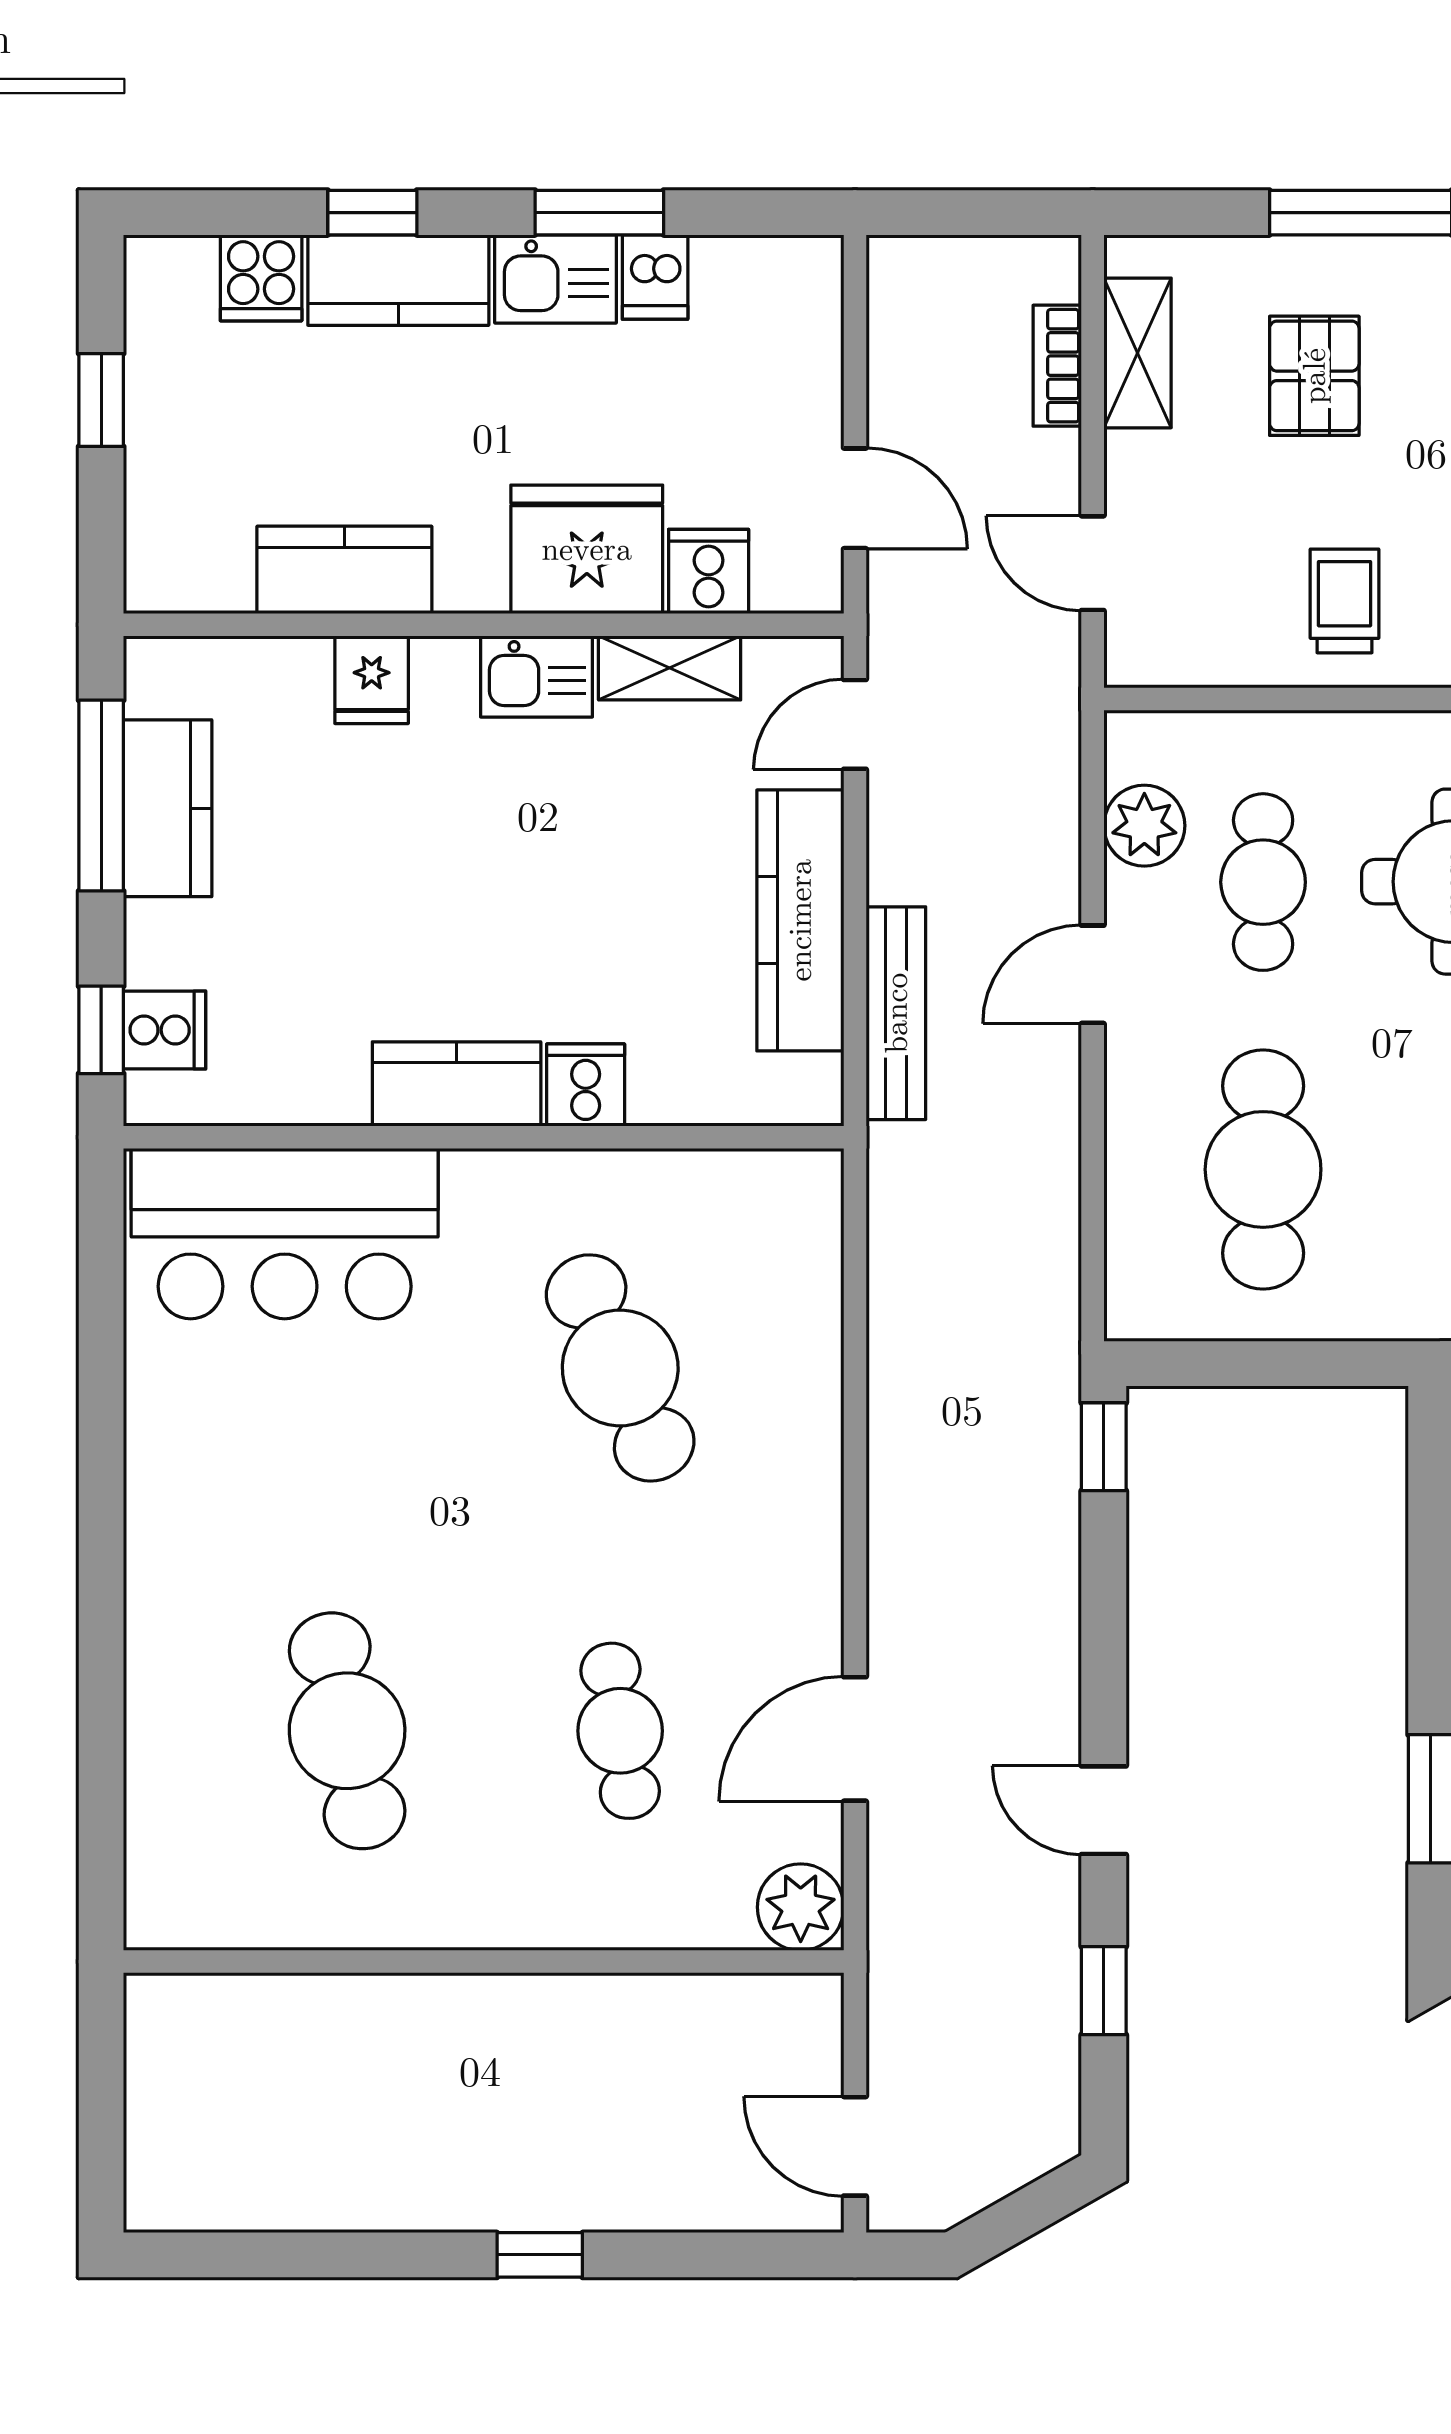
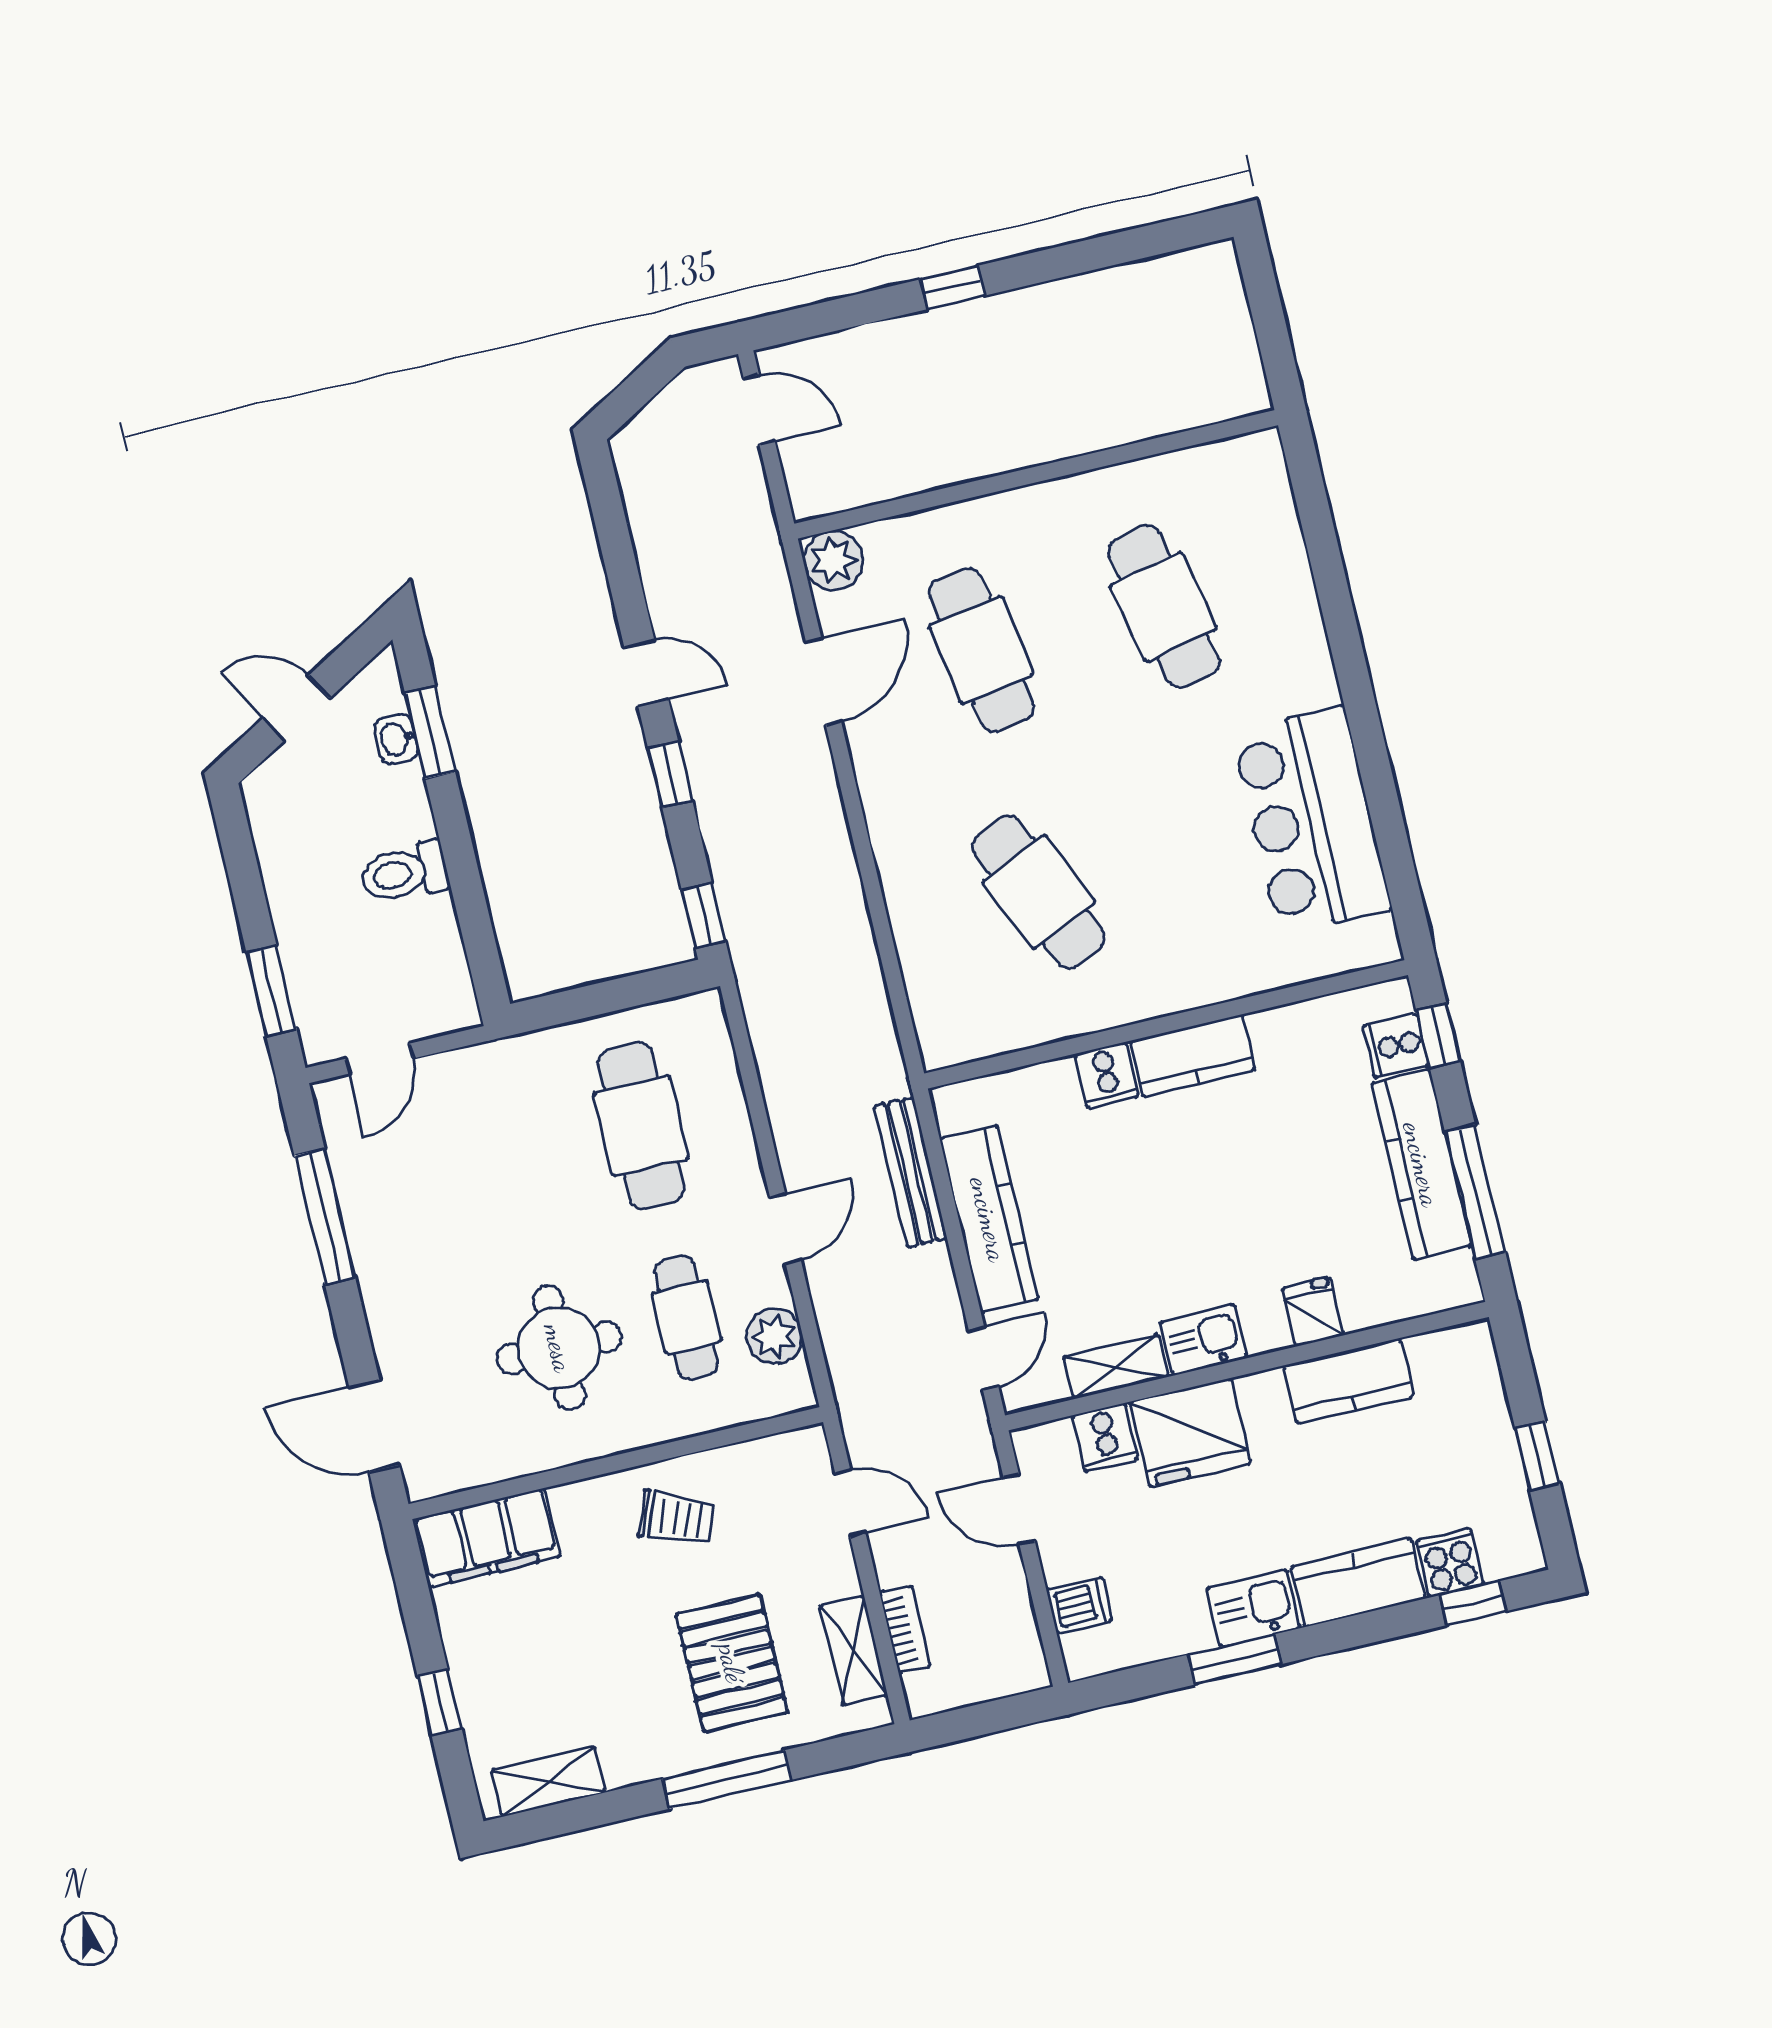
window: (372, 213) -> (1473, 1603), moved
dishwasher: (655, 277) -> (1079, 1605), moved, turned 90
pallet: (1314, 376) -> (732, 1663), width x1.50, depth x1.42
trolley: (1344, 601) -> (676, 1518), turned -68
kitchen counter: (168, 808) -> (1422, 1164), width x1.50
bar counter: (285, 1234) -> (1312, 820), moved, turned -90
cafe table: (620, 1731) -> (981, 650), width x1.37, depth x1.35
window: (1104, 1991) -> (670, 775), moved

